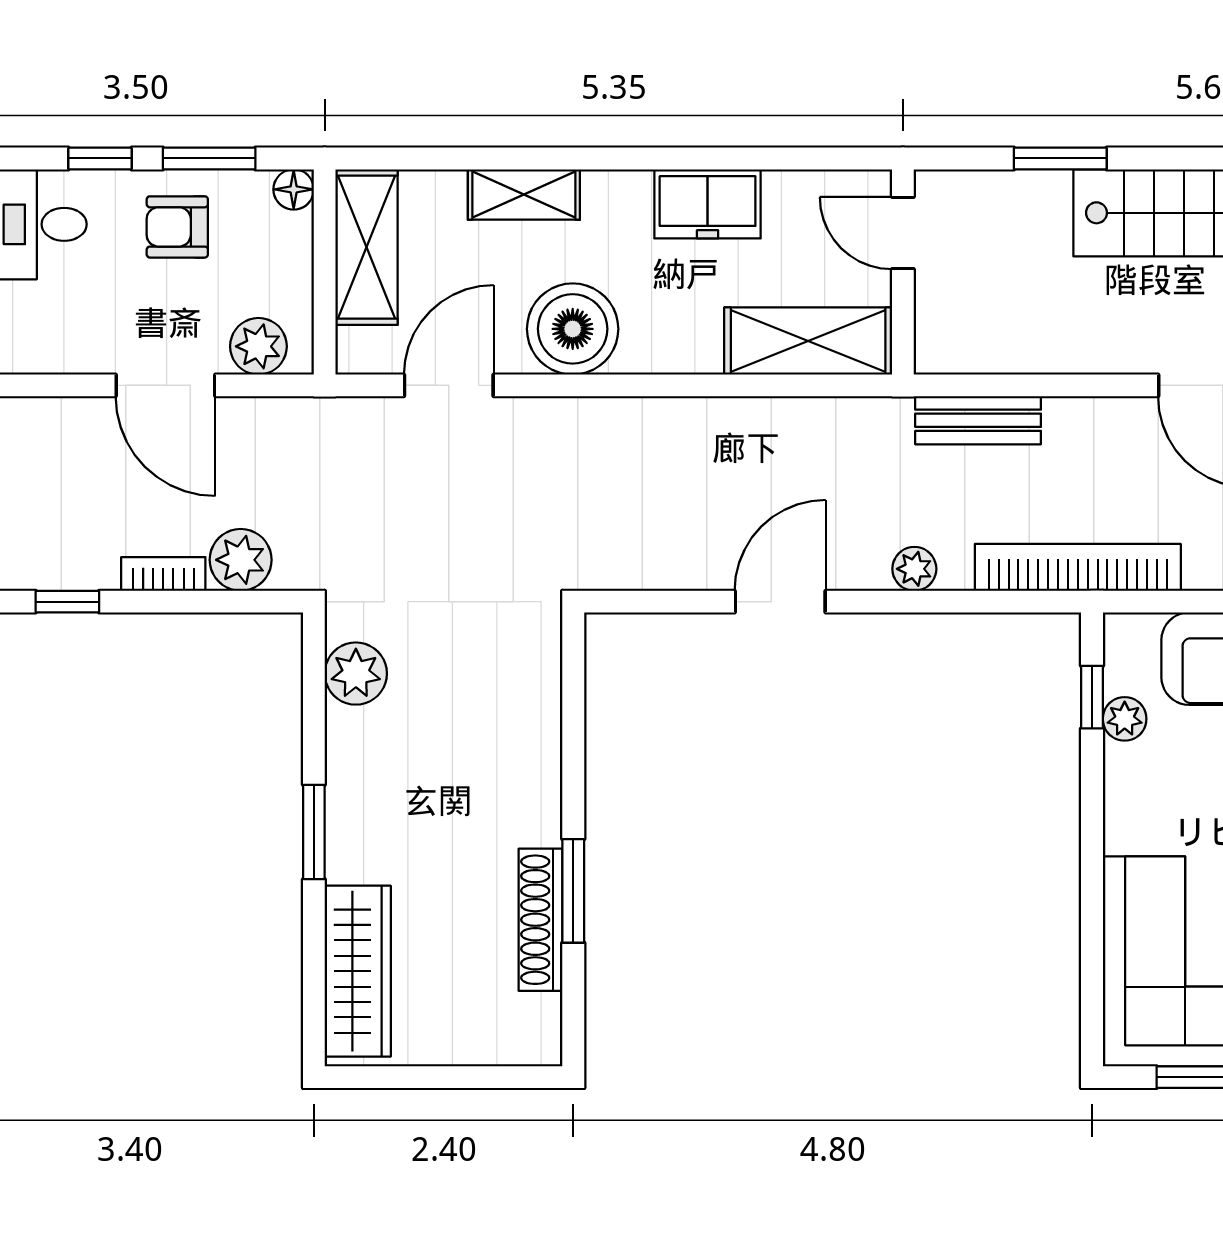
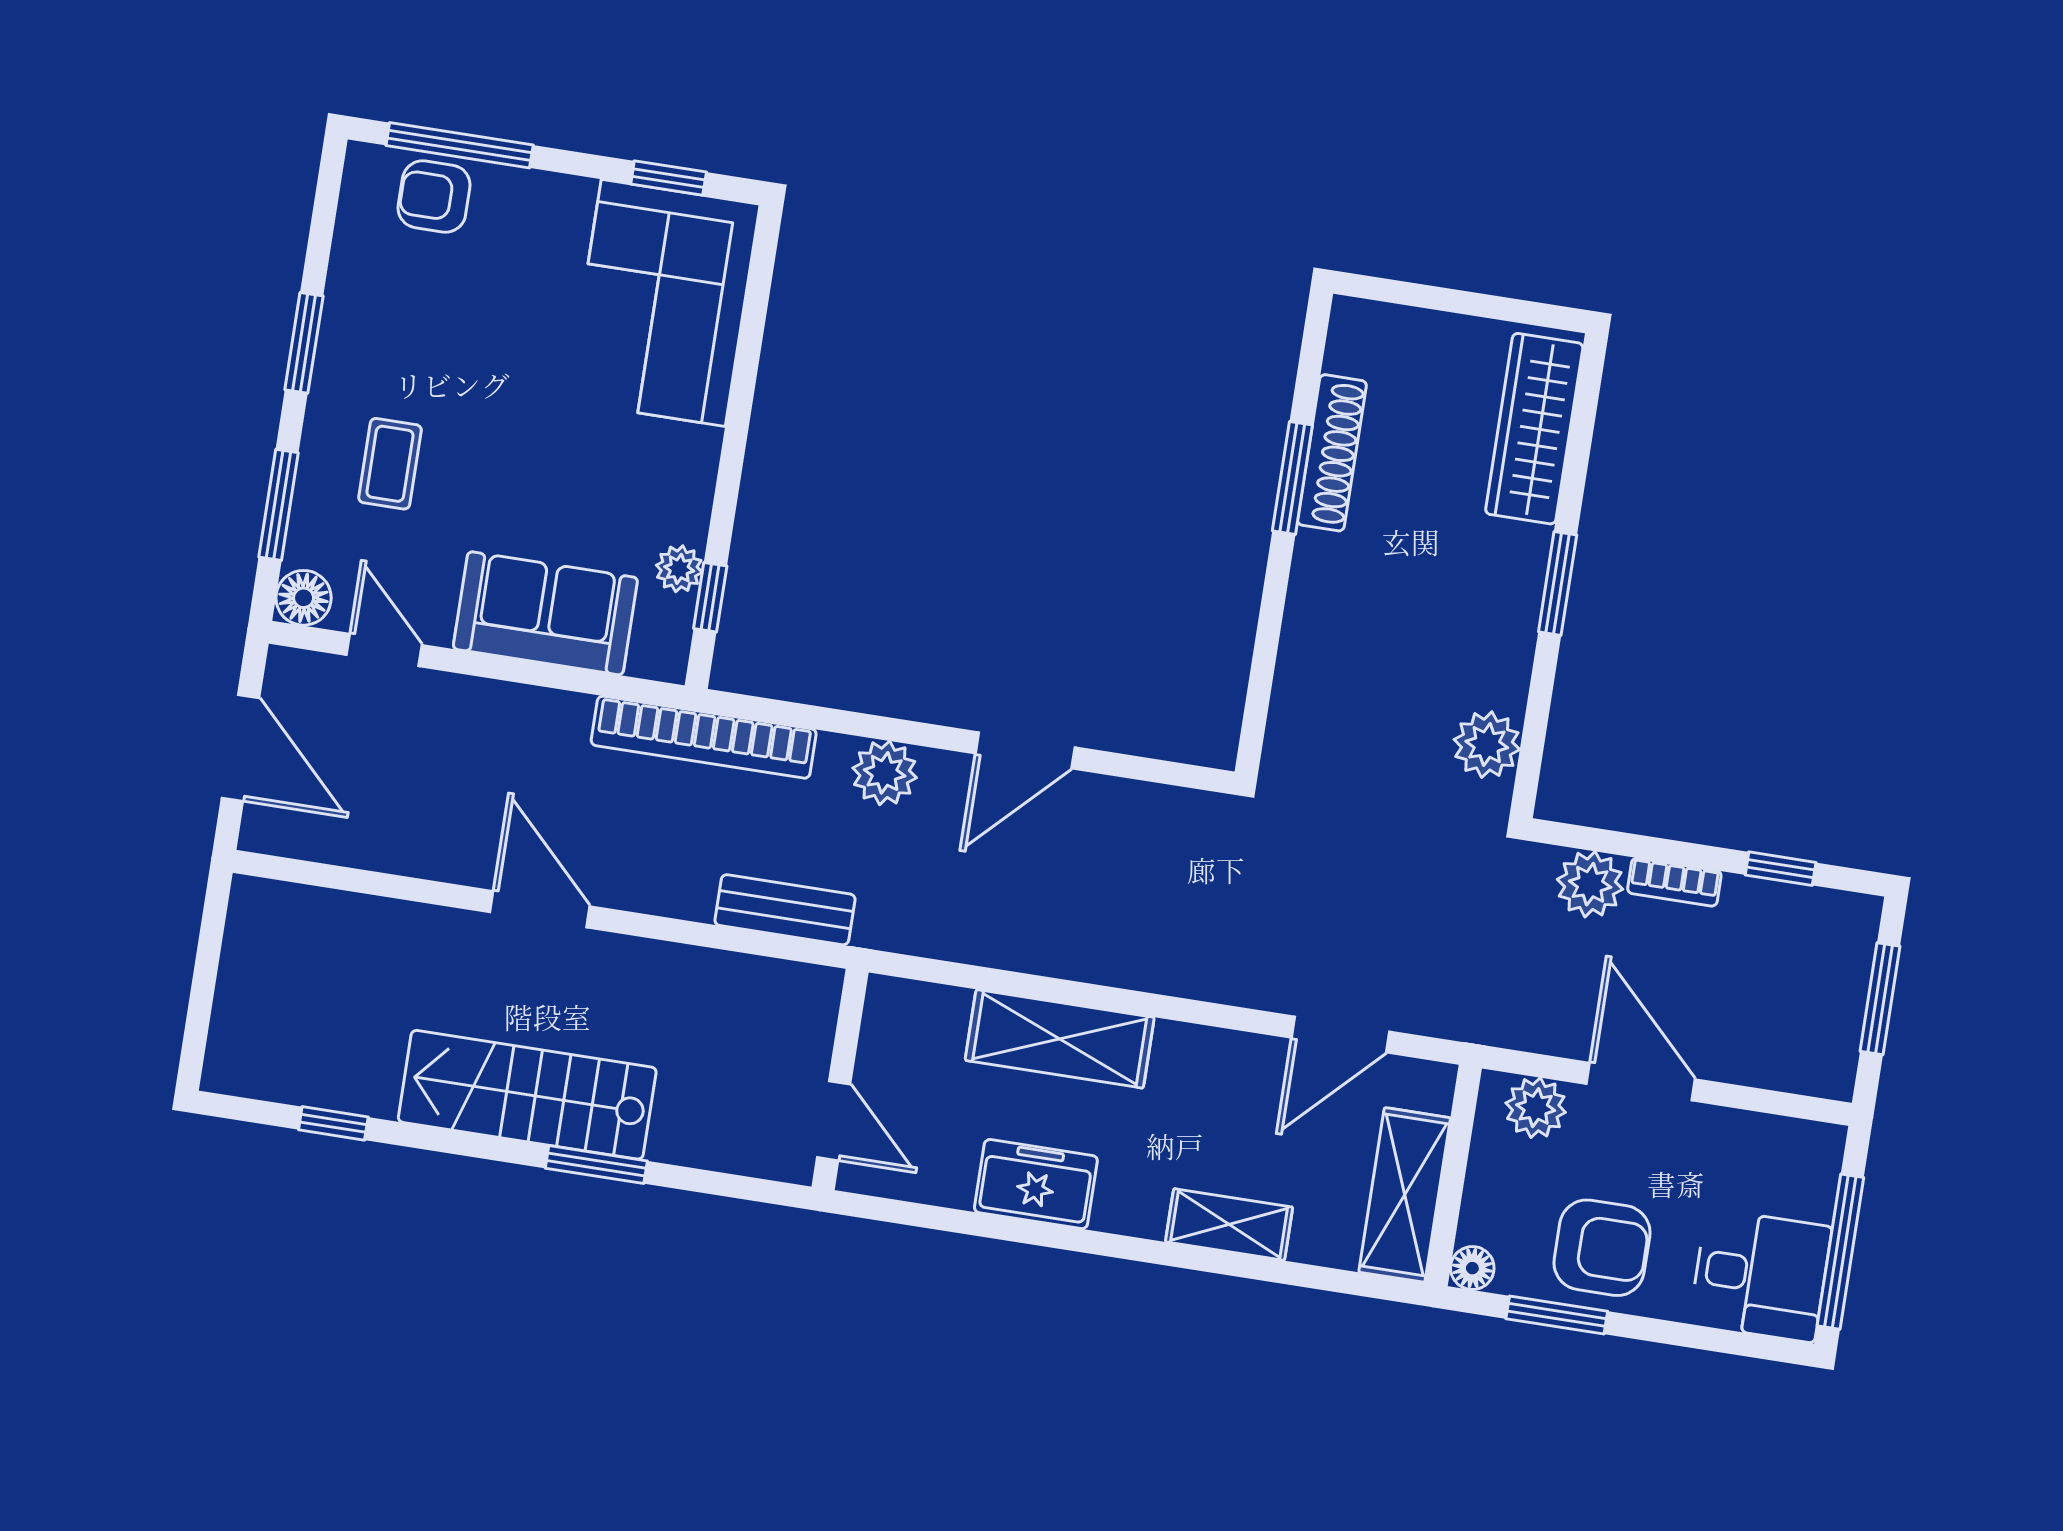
window: (100, 158) -> (1673, 1333), removed
window: (1060, 158) -> (596, 1165), moved
armchair: (177, 227) -> (1602, 1248), width x1.38, depth x1.38
boiler: (573, 329) -> (1200, 1074), removed
shelving: (808, 341) -> (1060, 1039), moved
plant: (914, 569) -> (885, 773), width x1.38, depth x1.38

